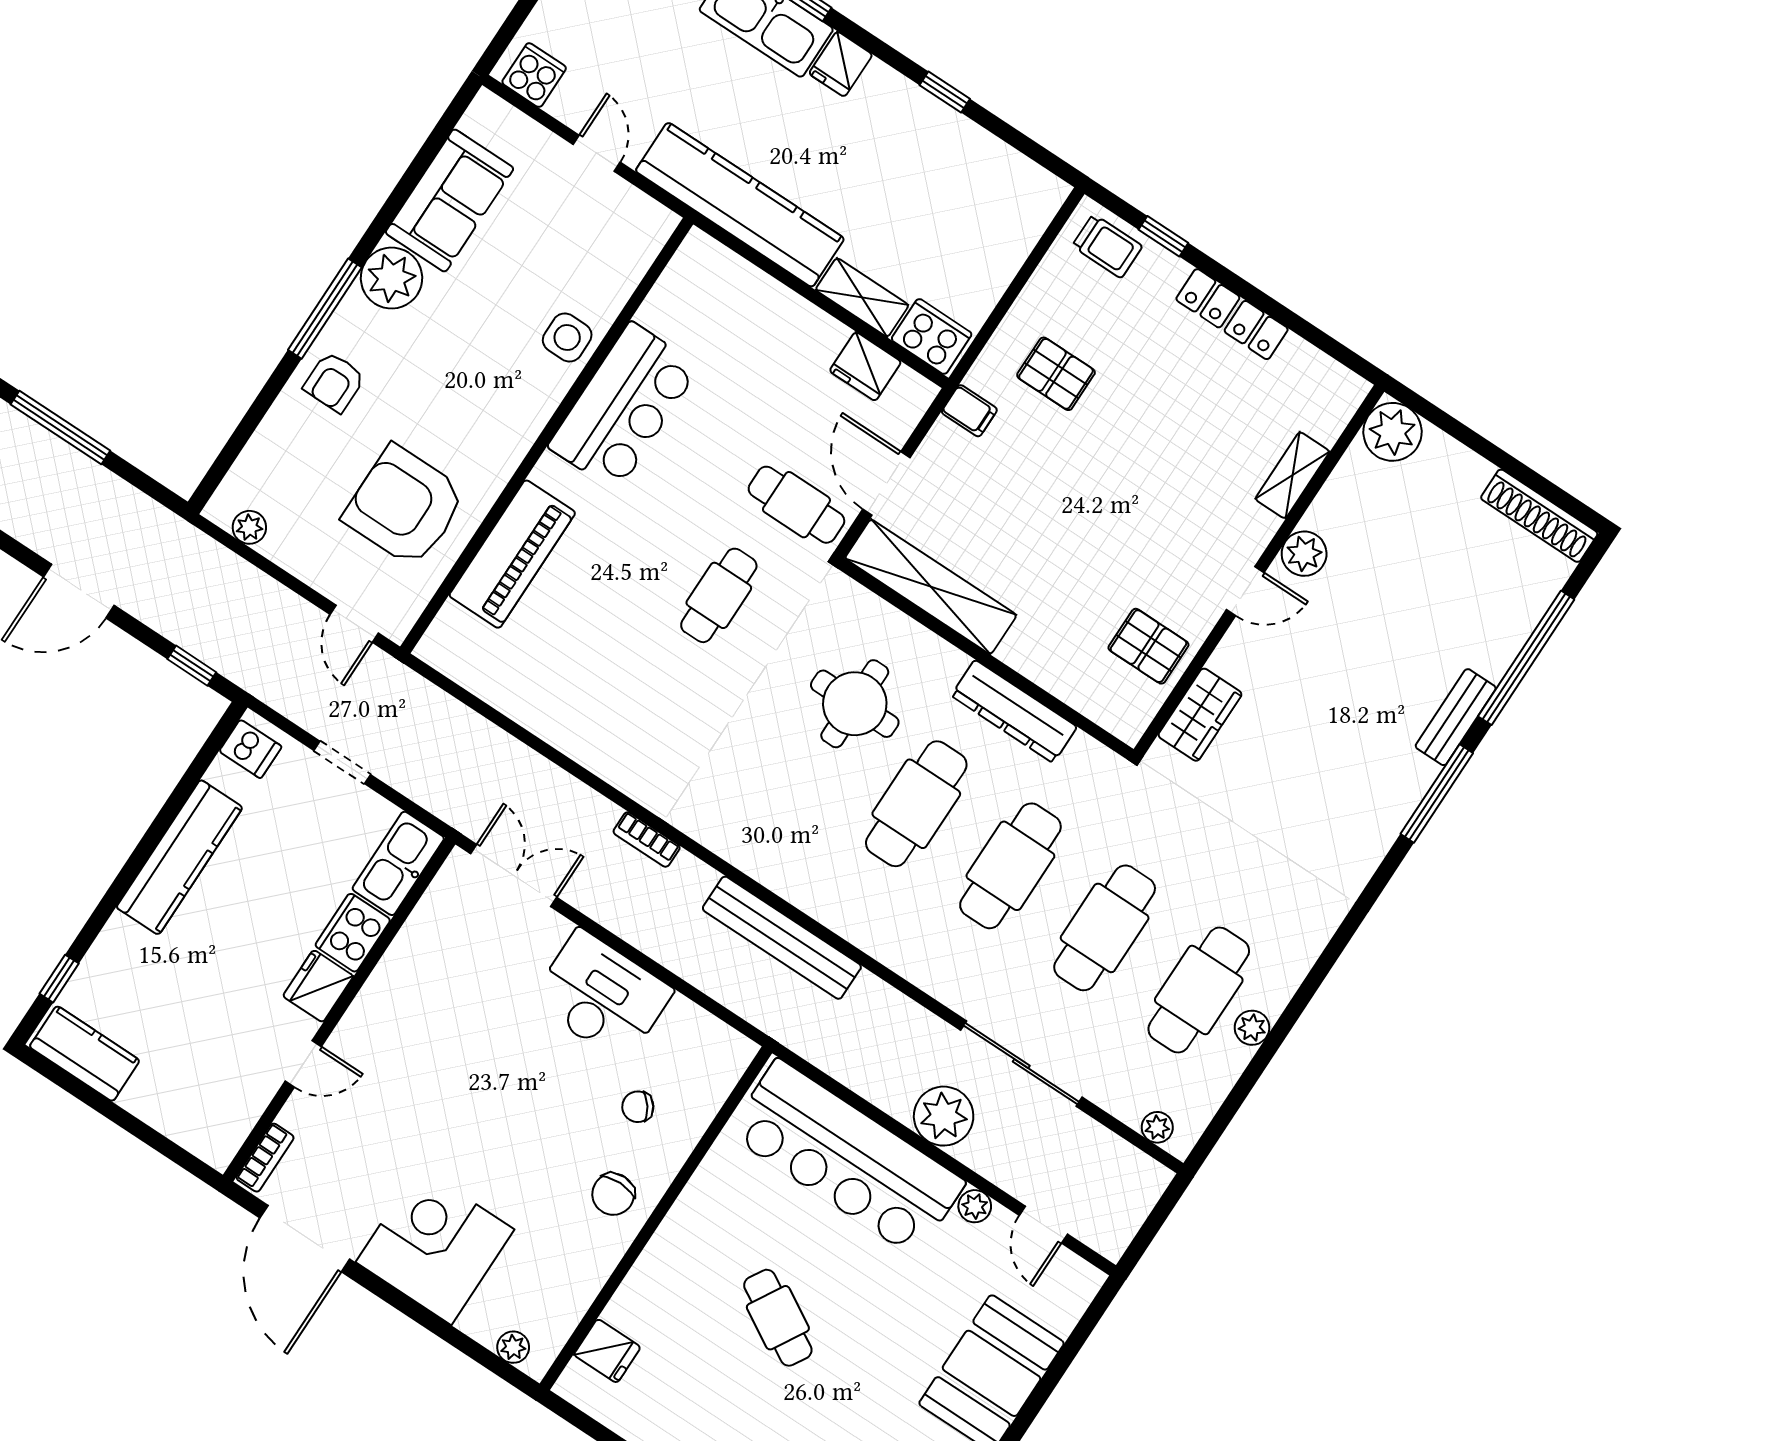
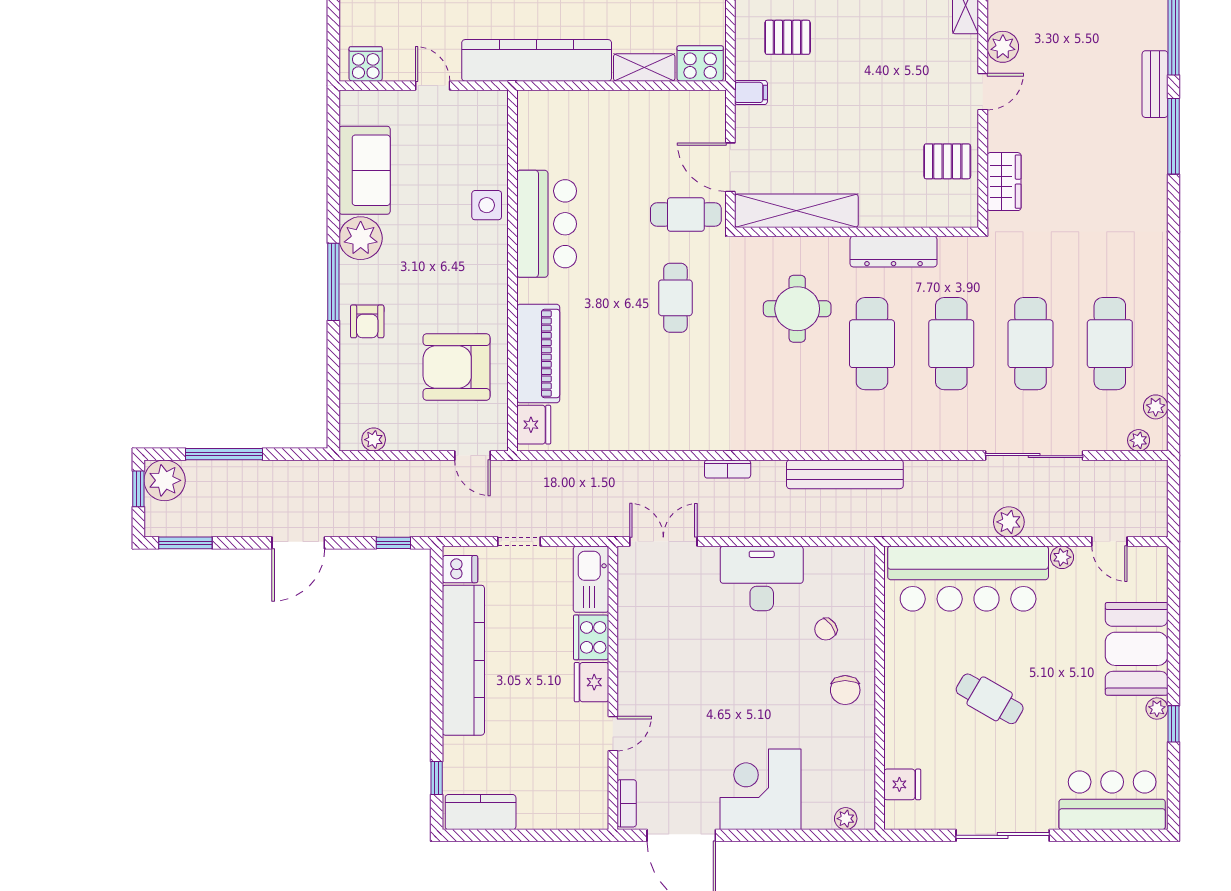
fridge: (865, 366) -> (534, 425), moved, turned -90
kitchen counter: (179, 857) -> (463, 660), width x1.39, depth x1.17
plant: (1252, 1028) -> (1156, 407), moved
plant: (944, 1116) -> (1009, 522), width x0.73, depth x0.73

